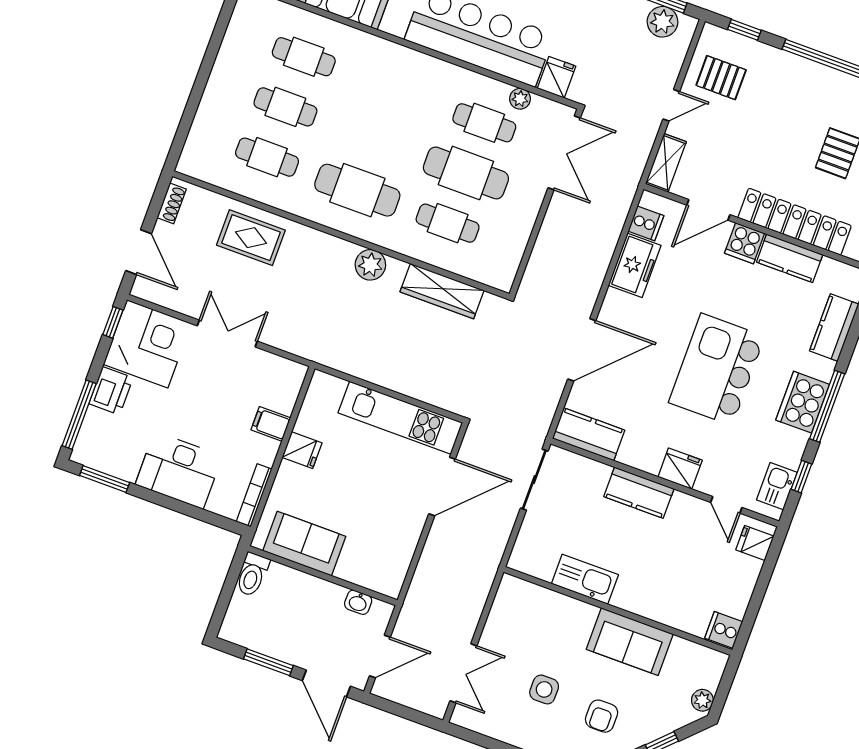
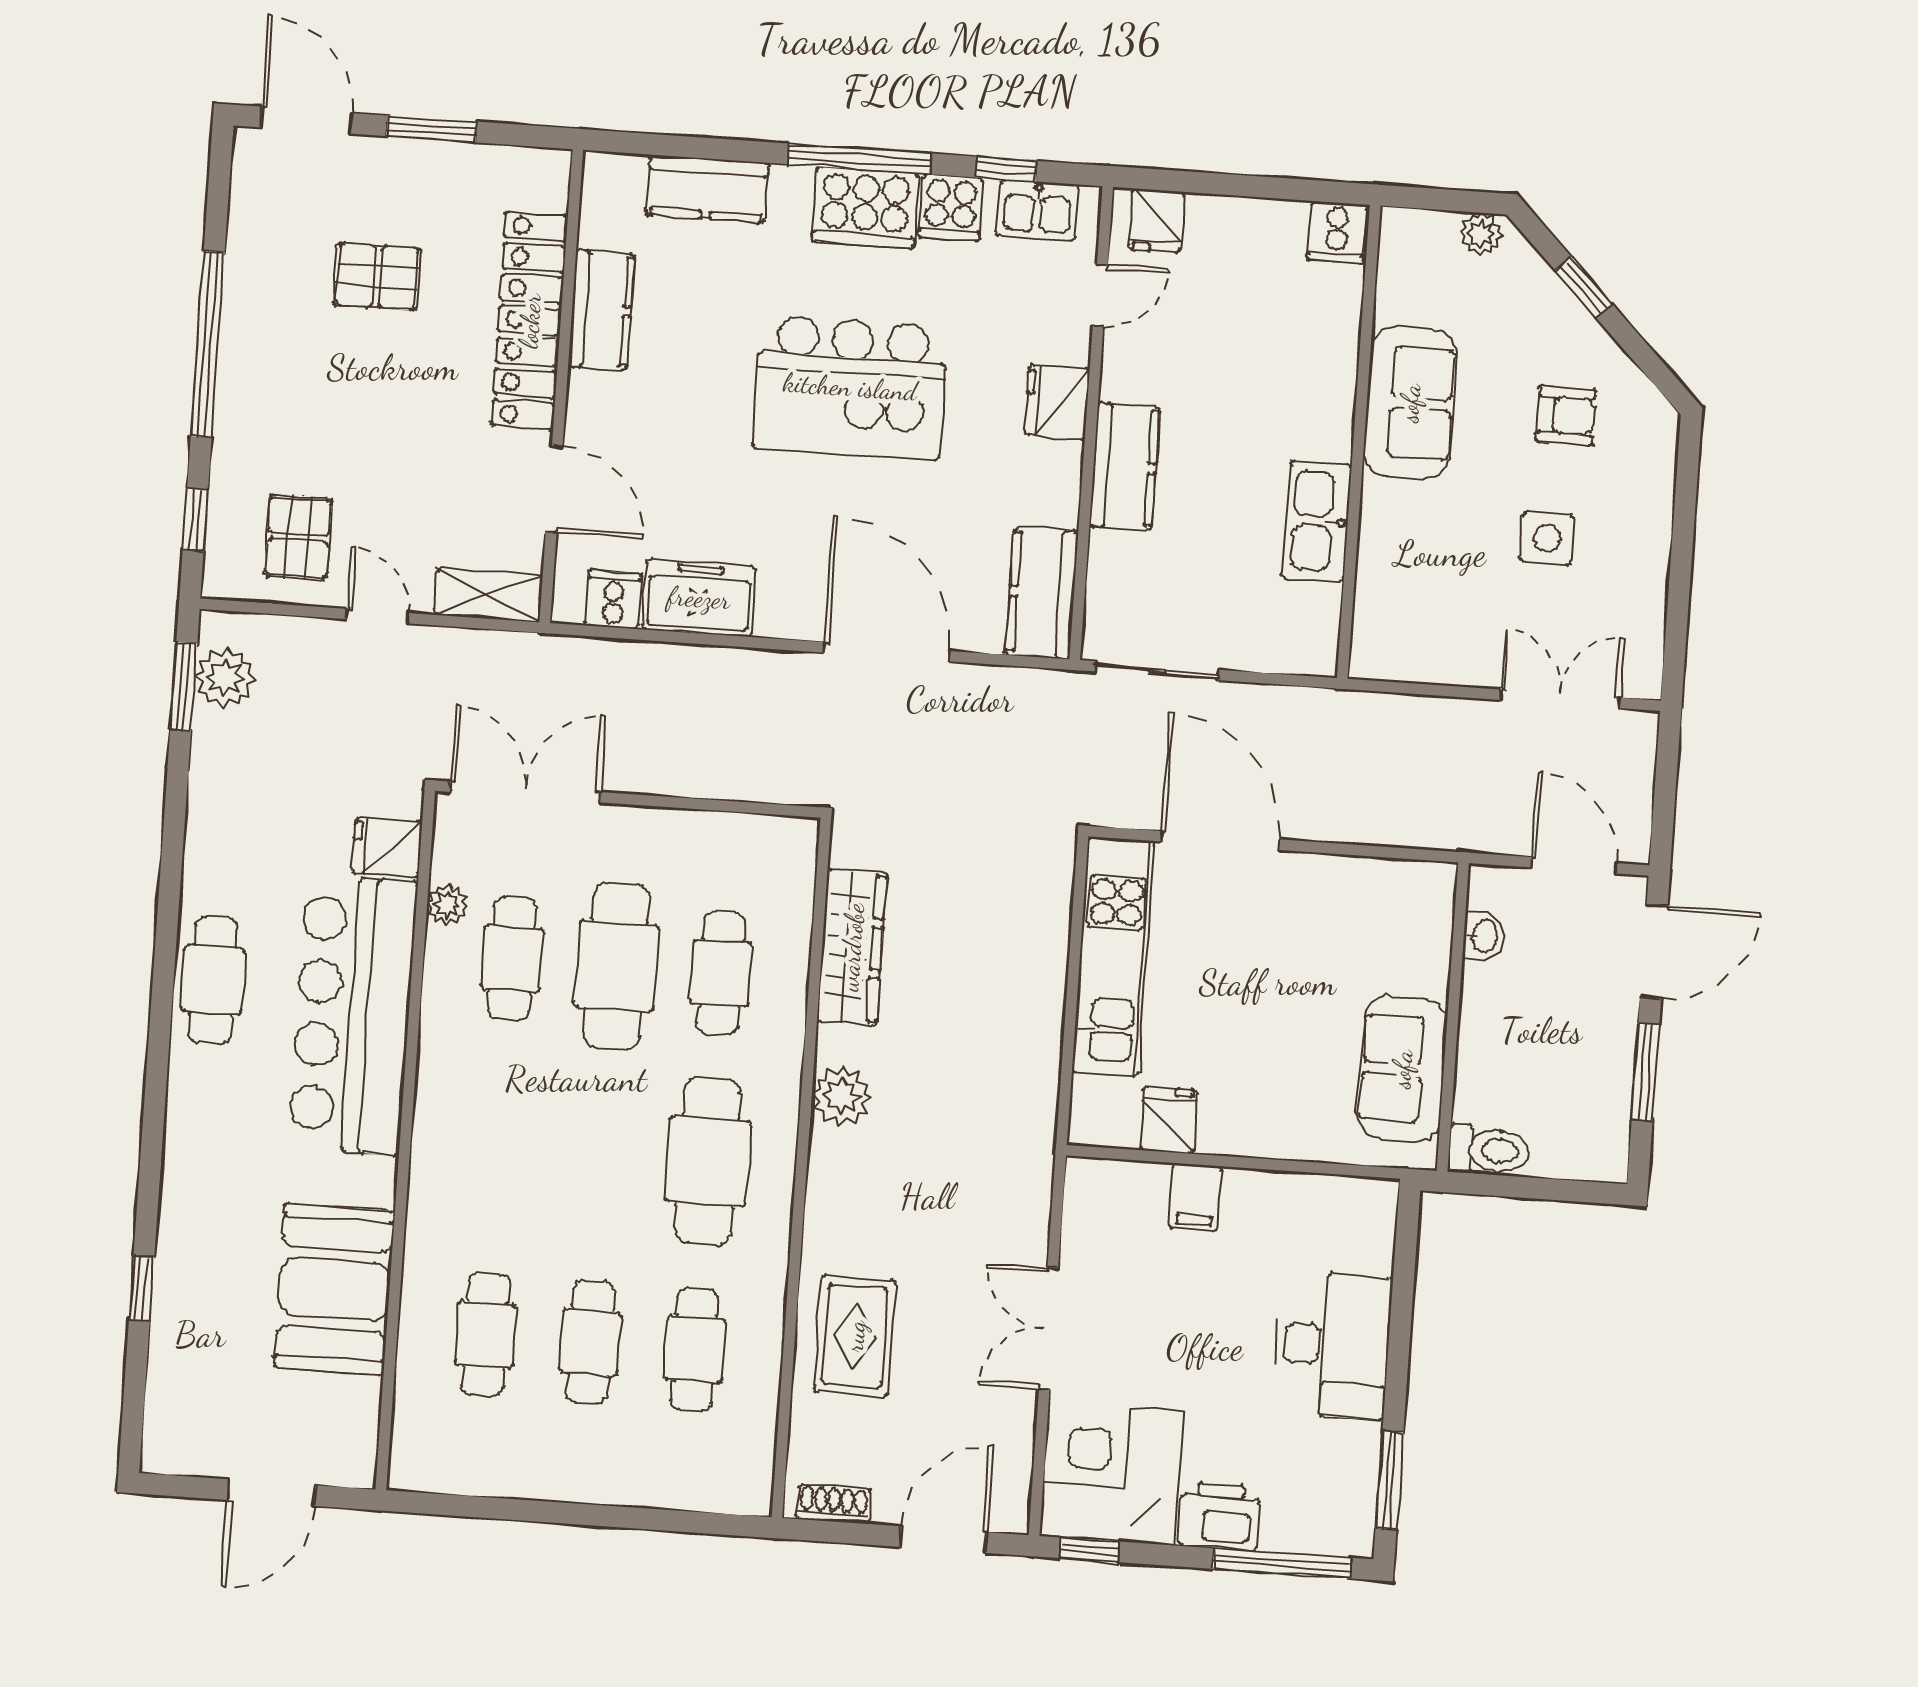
cooker: (745, 243) -> (951, 208), moved, turned 90
fridge: (302, 450) -> (1168, 1120), moved
bookcase: (254, 495) -> (1339, 1190), removed

